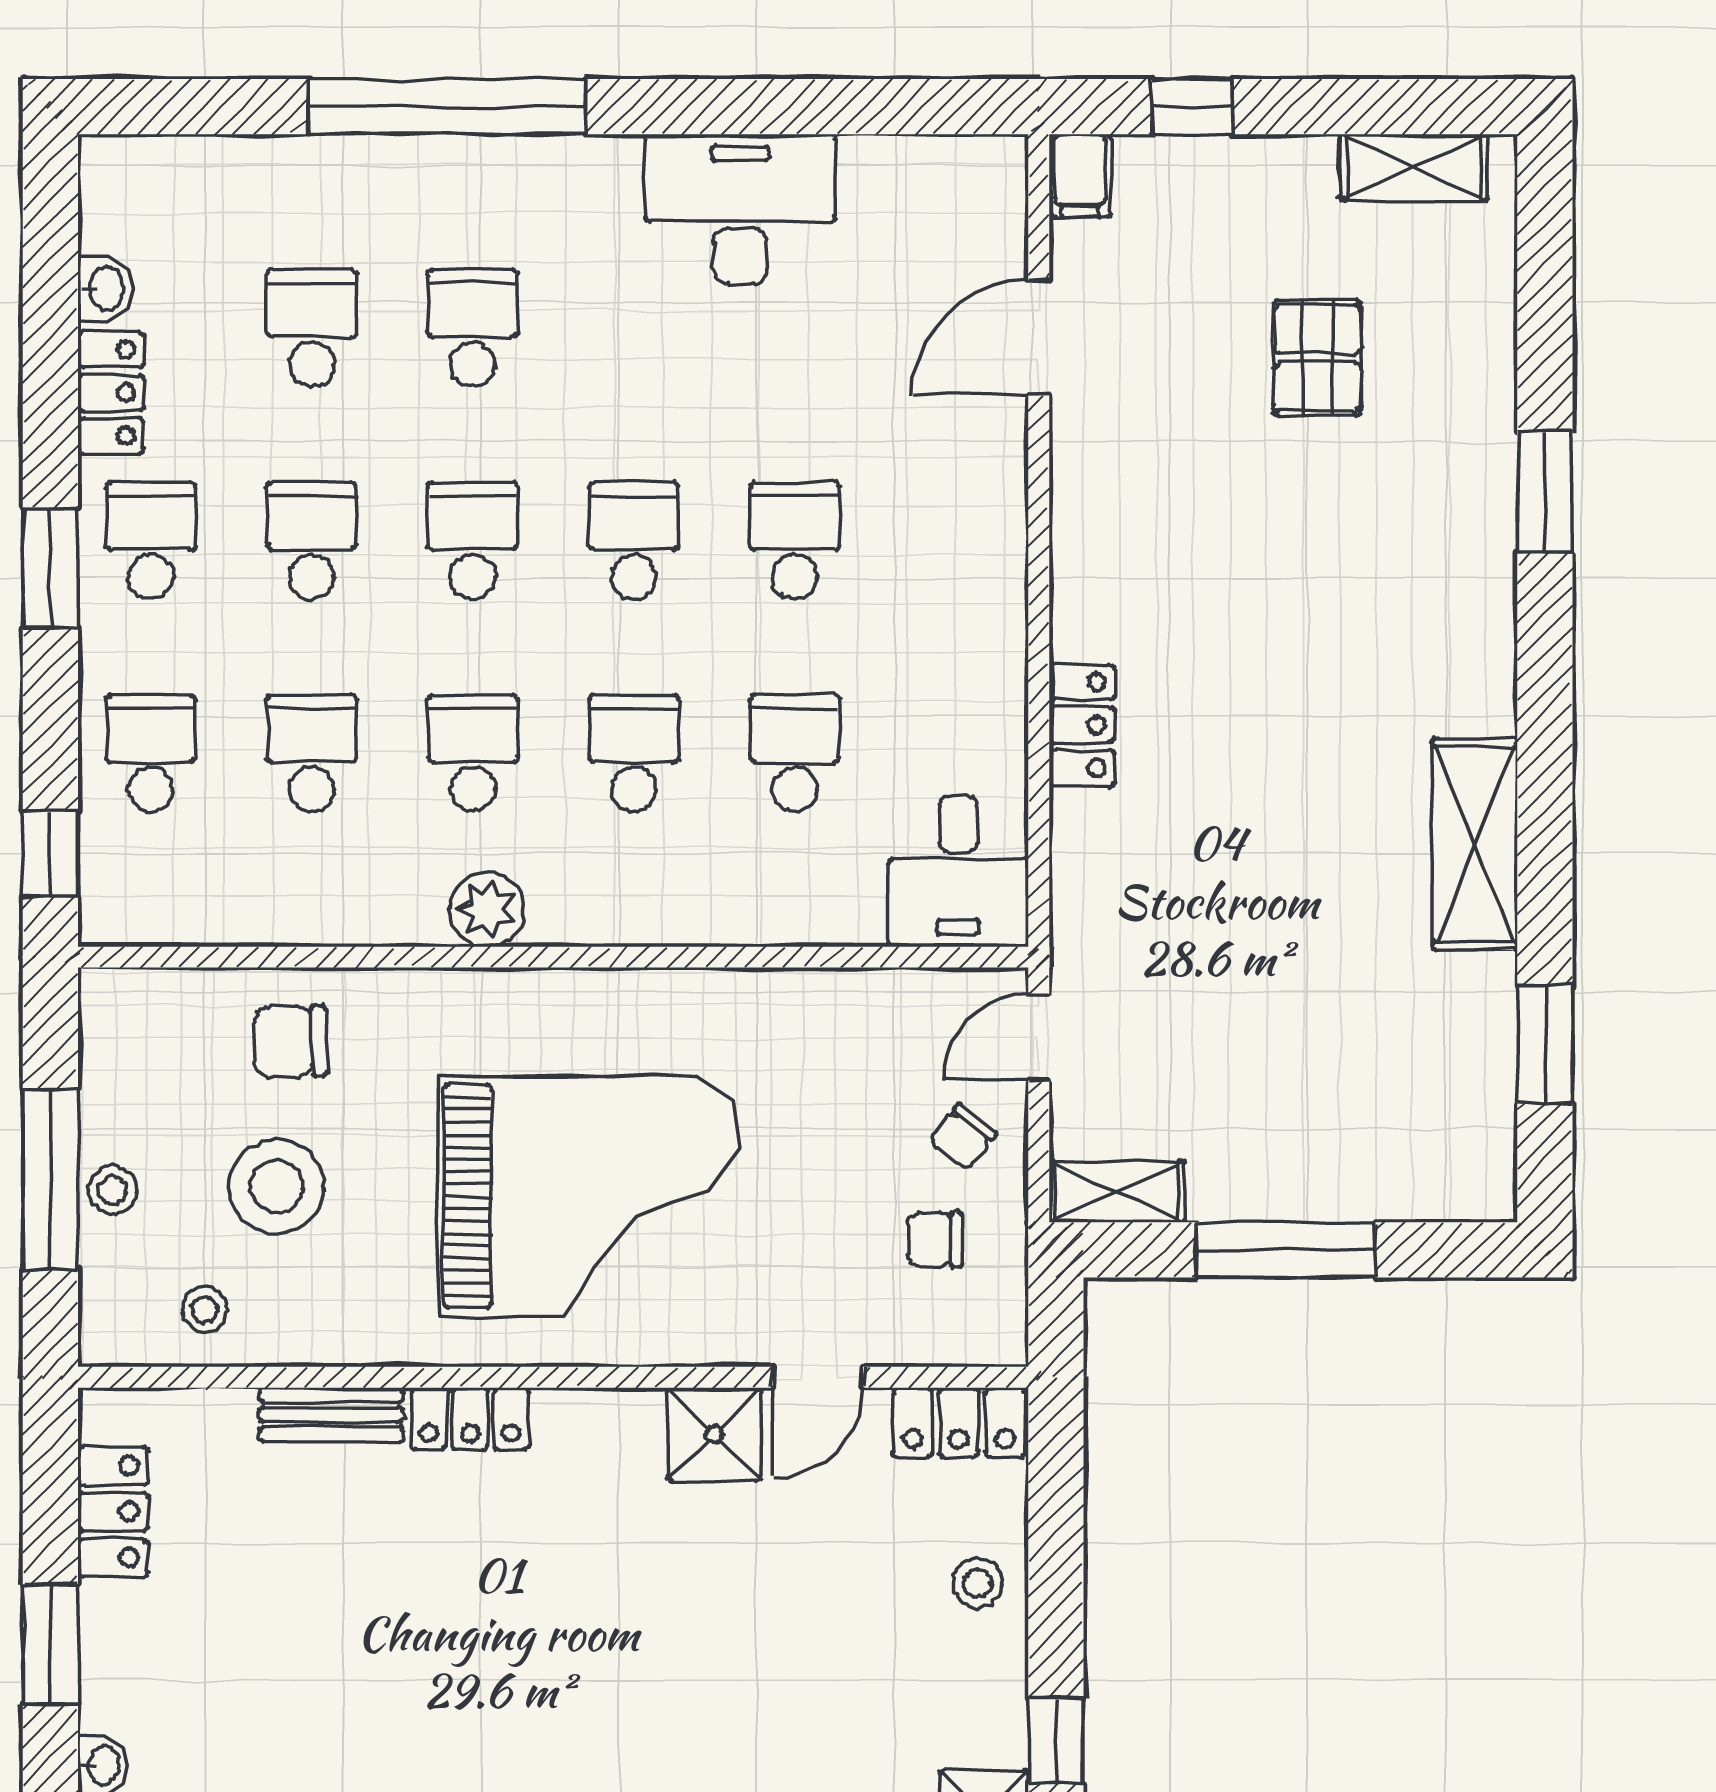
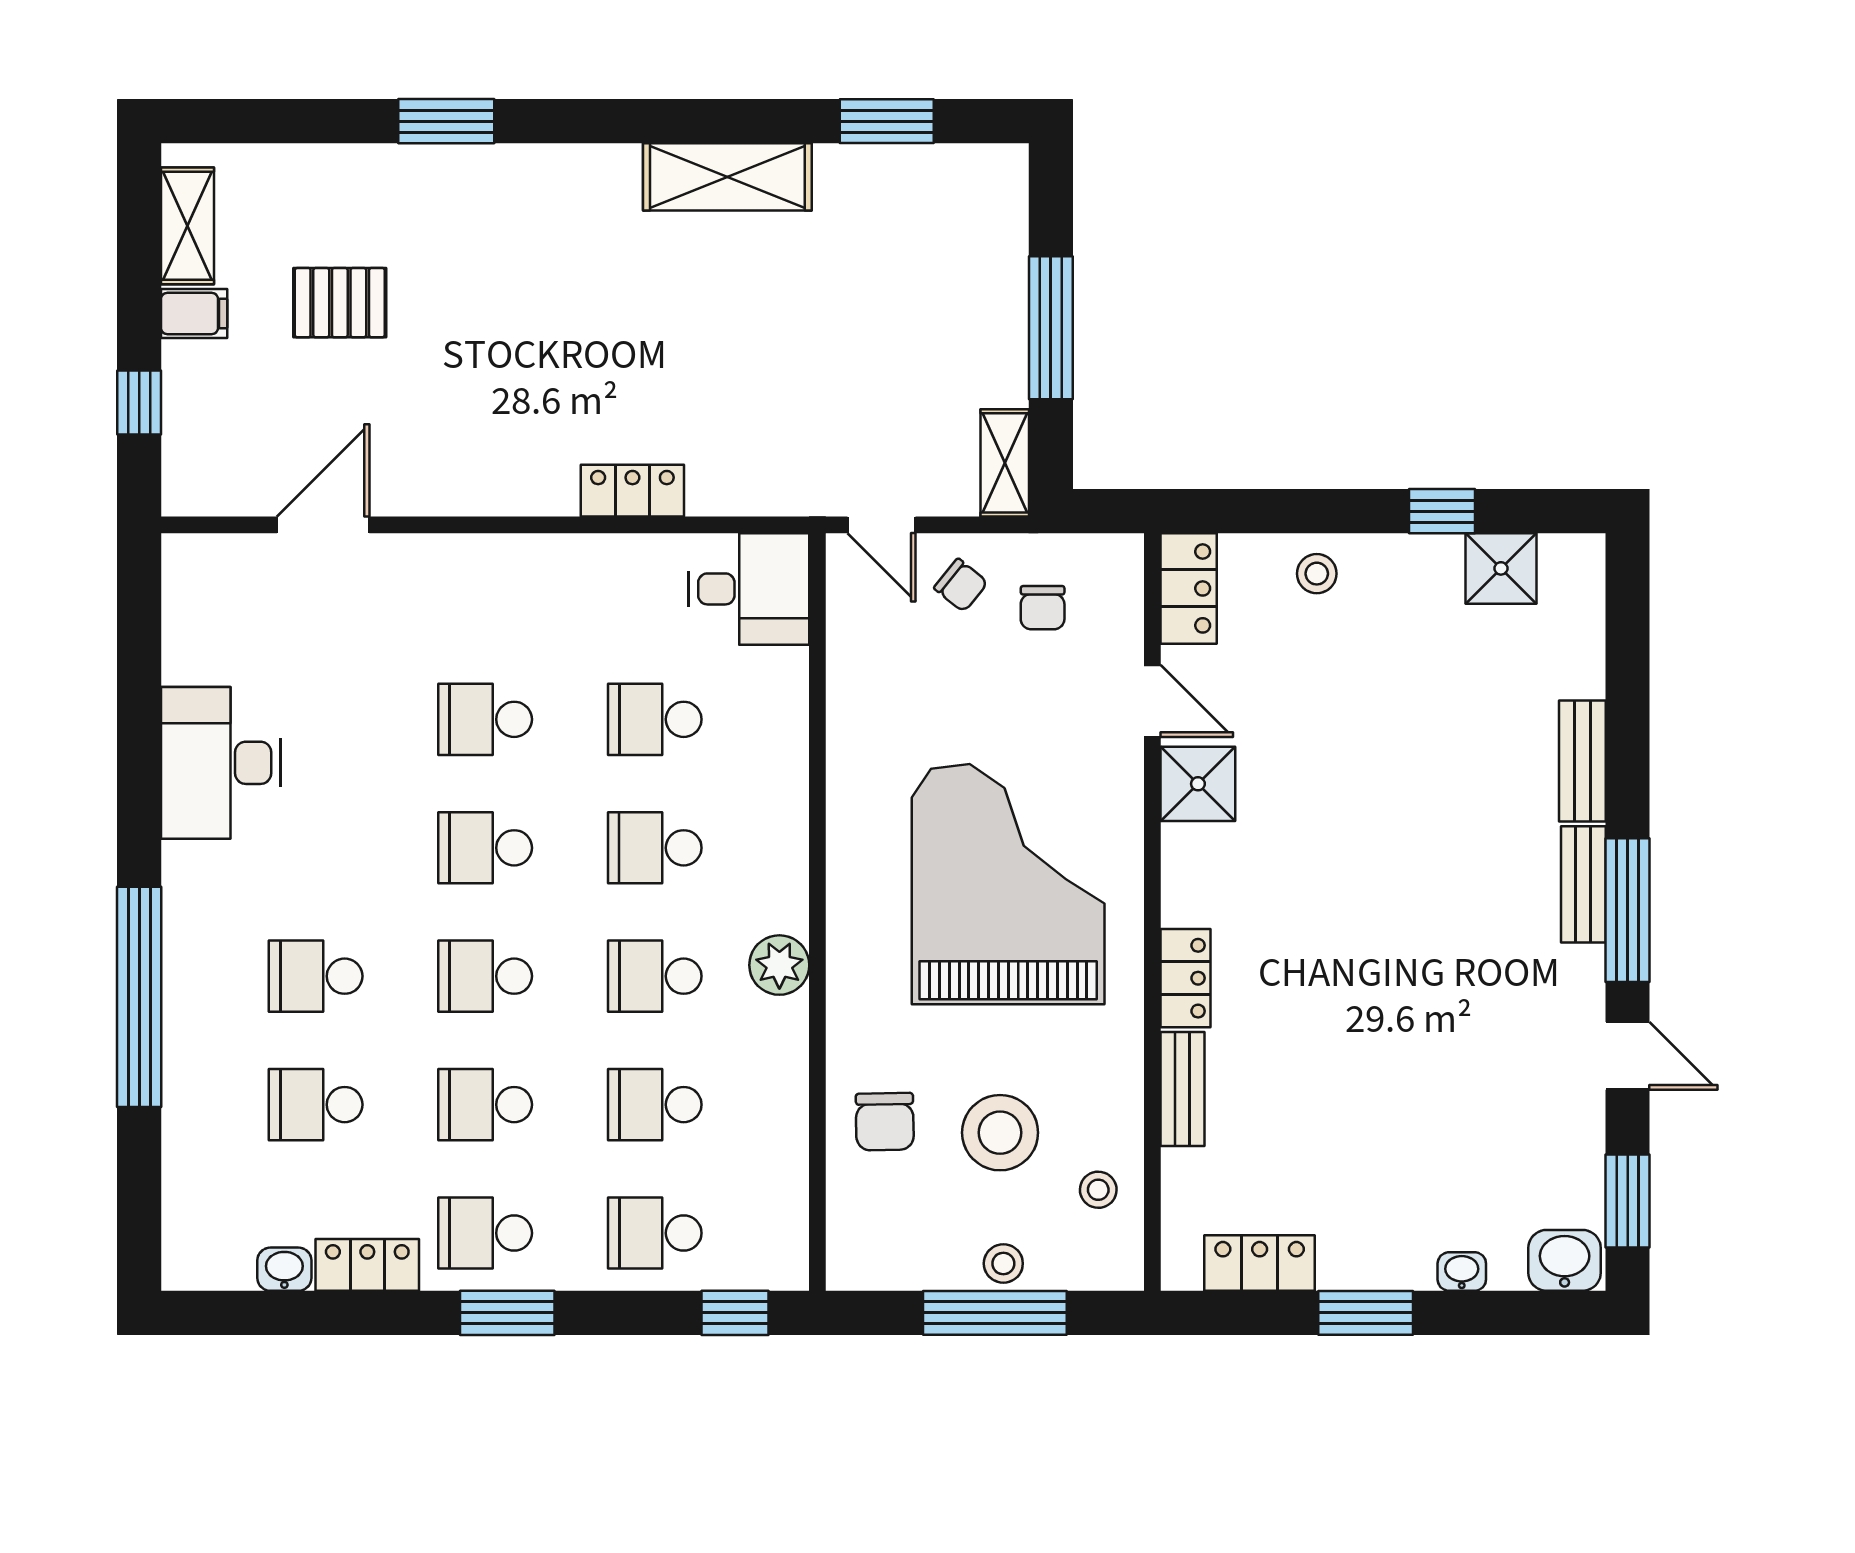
filing cabinet: (1080, 175) -> (194, 314), moved
door: (1039, 337) -> (323, 525), swing flipped

